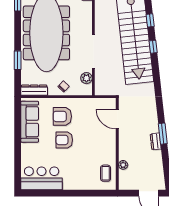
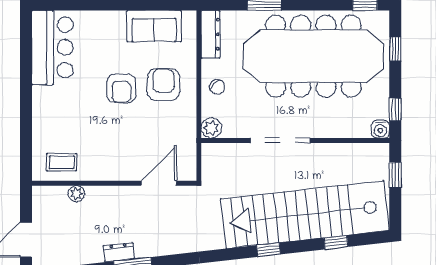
window: (153, 47) -> (269, 250), moved
plant: (86, 78) -> (211, 128), moved
sofa: (30, 122) -> (154, 26), width x0.73
armchair: (64, 140) -> (121, 88), turned 180

